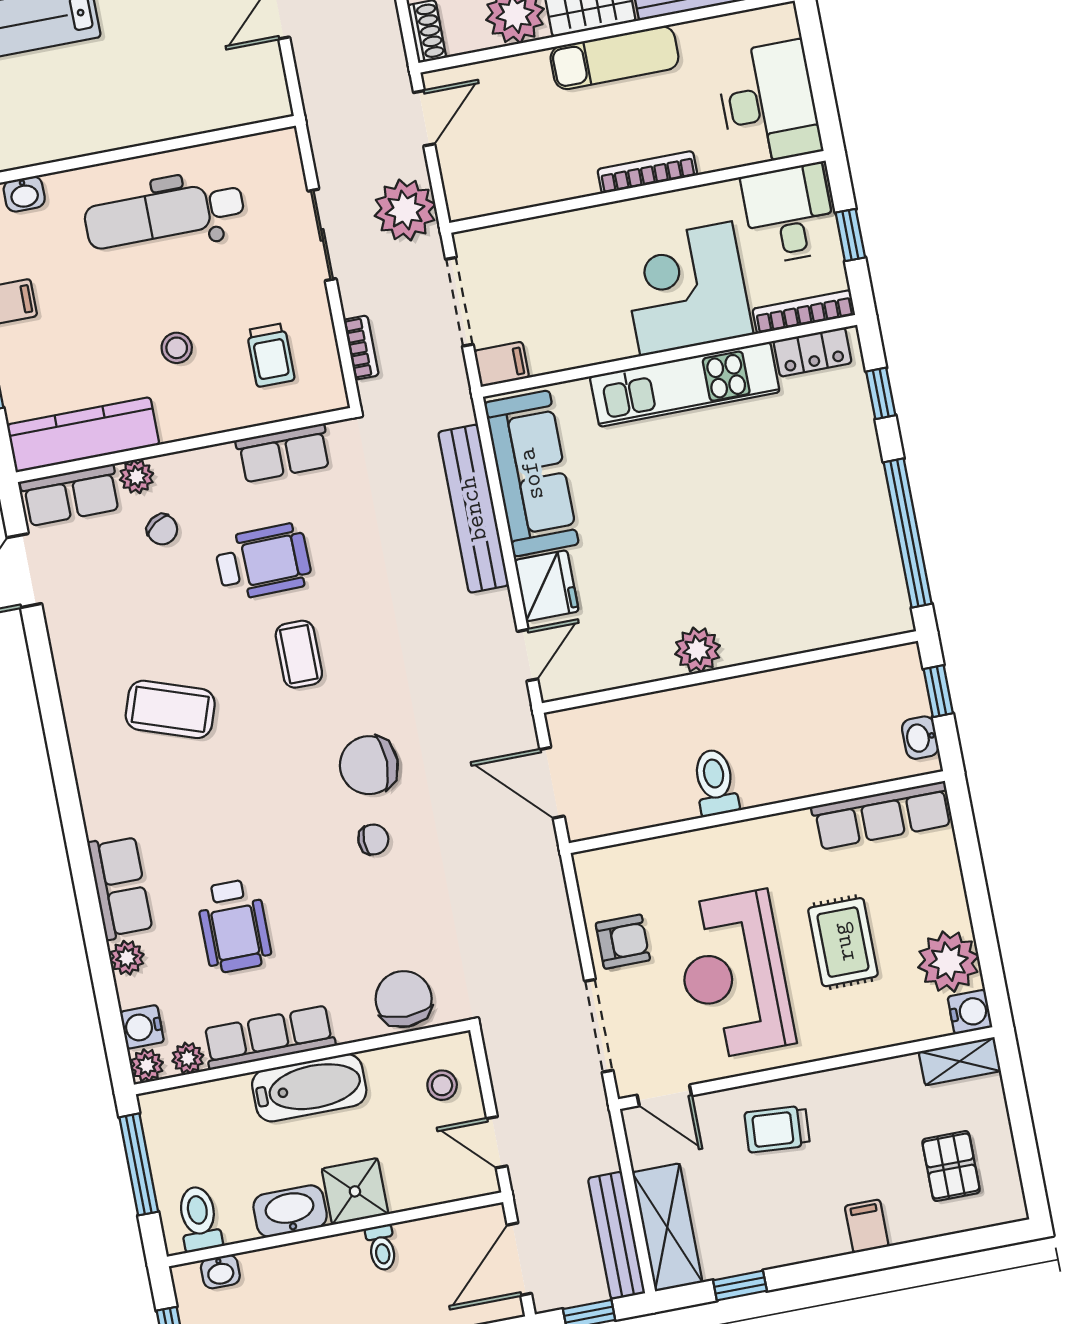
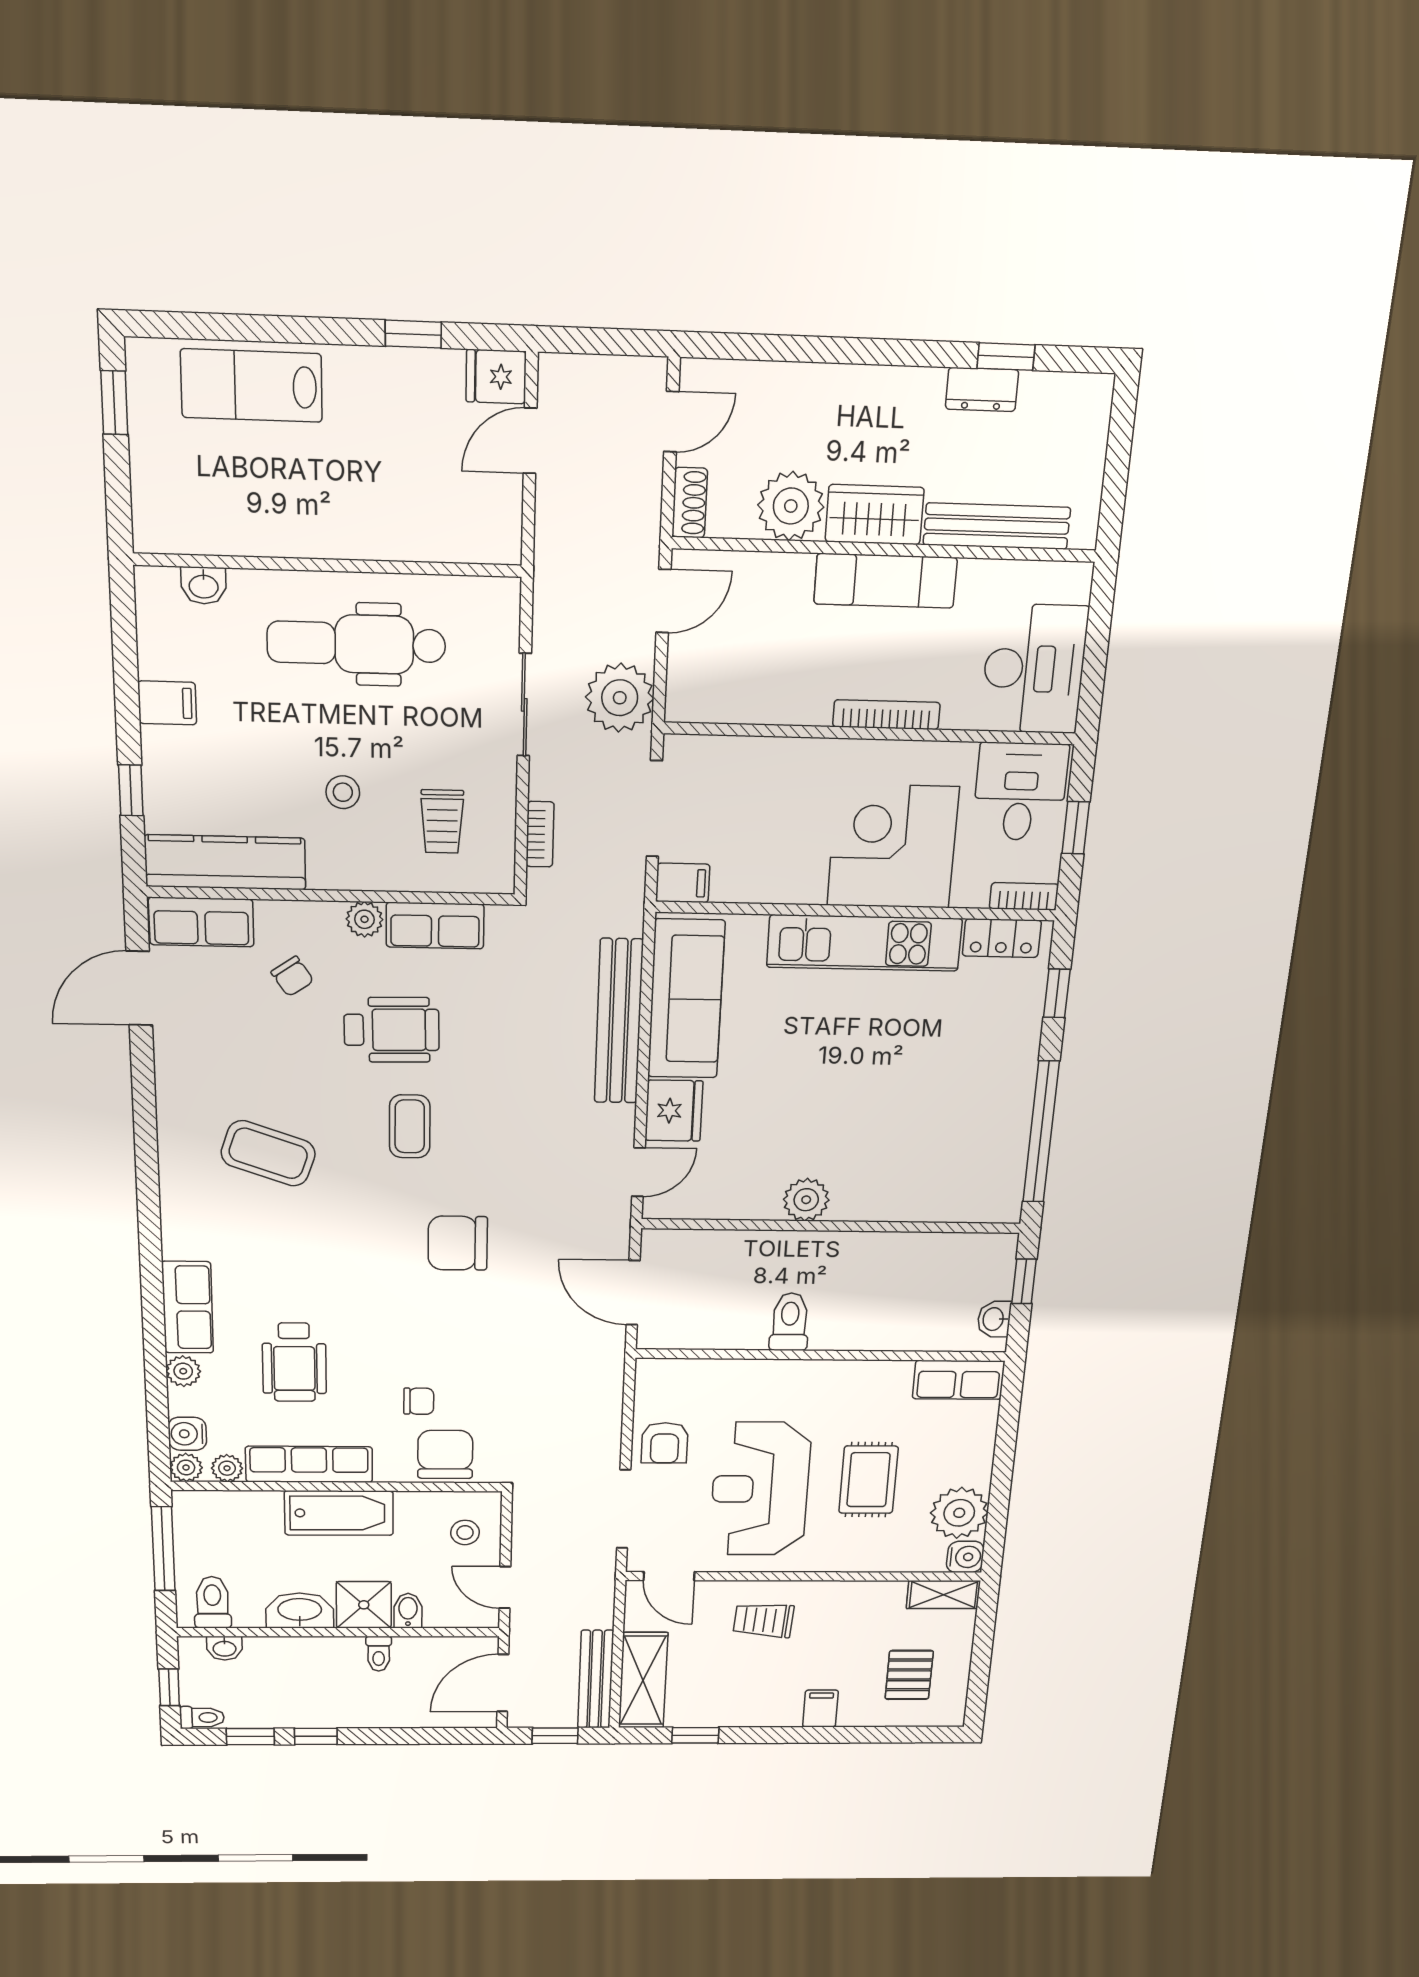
bookcase: (804, 312) -> (1024, 896), width x0.64
plant: (137, 477) -> (364, 919), moved
row of seats: (882, 815) -> (959, 1380), width x0.68
chair: (373, 839) -> (419, 1401), moved
armchair: (623, 942) -> (665, 1443), turned 90
bidet: (402, 1190) -> (408, 1611), added

